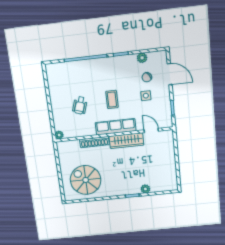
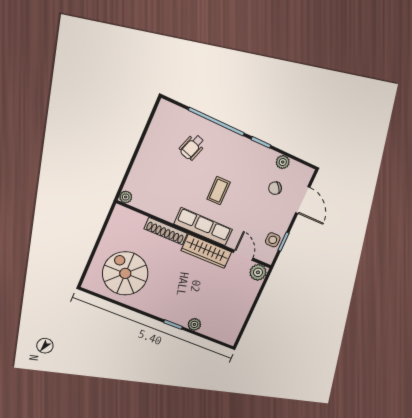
side table: (146, 96) -> (273, 240), moved
wheelchair: (80, 105) -> (192, 147), moved
plant: (167, 136) -> (258, 272), added

